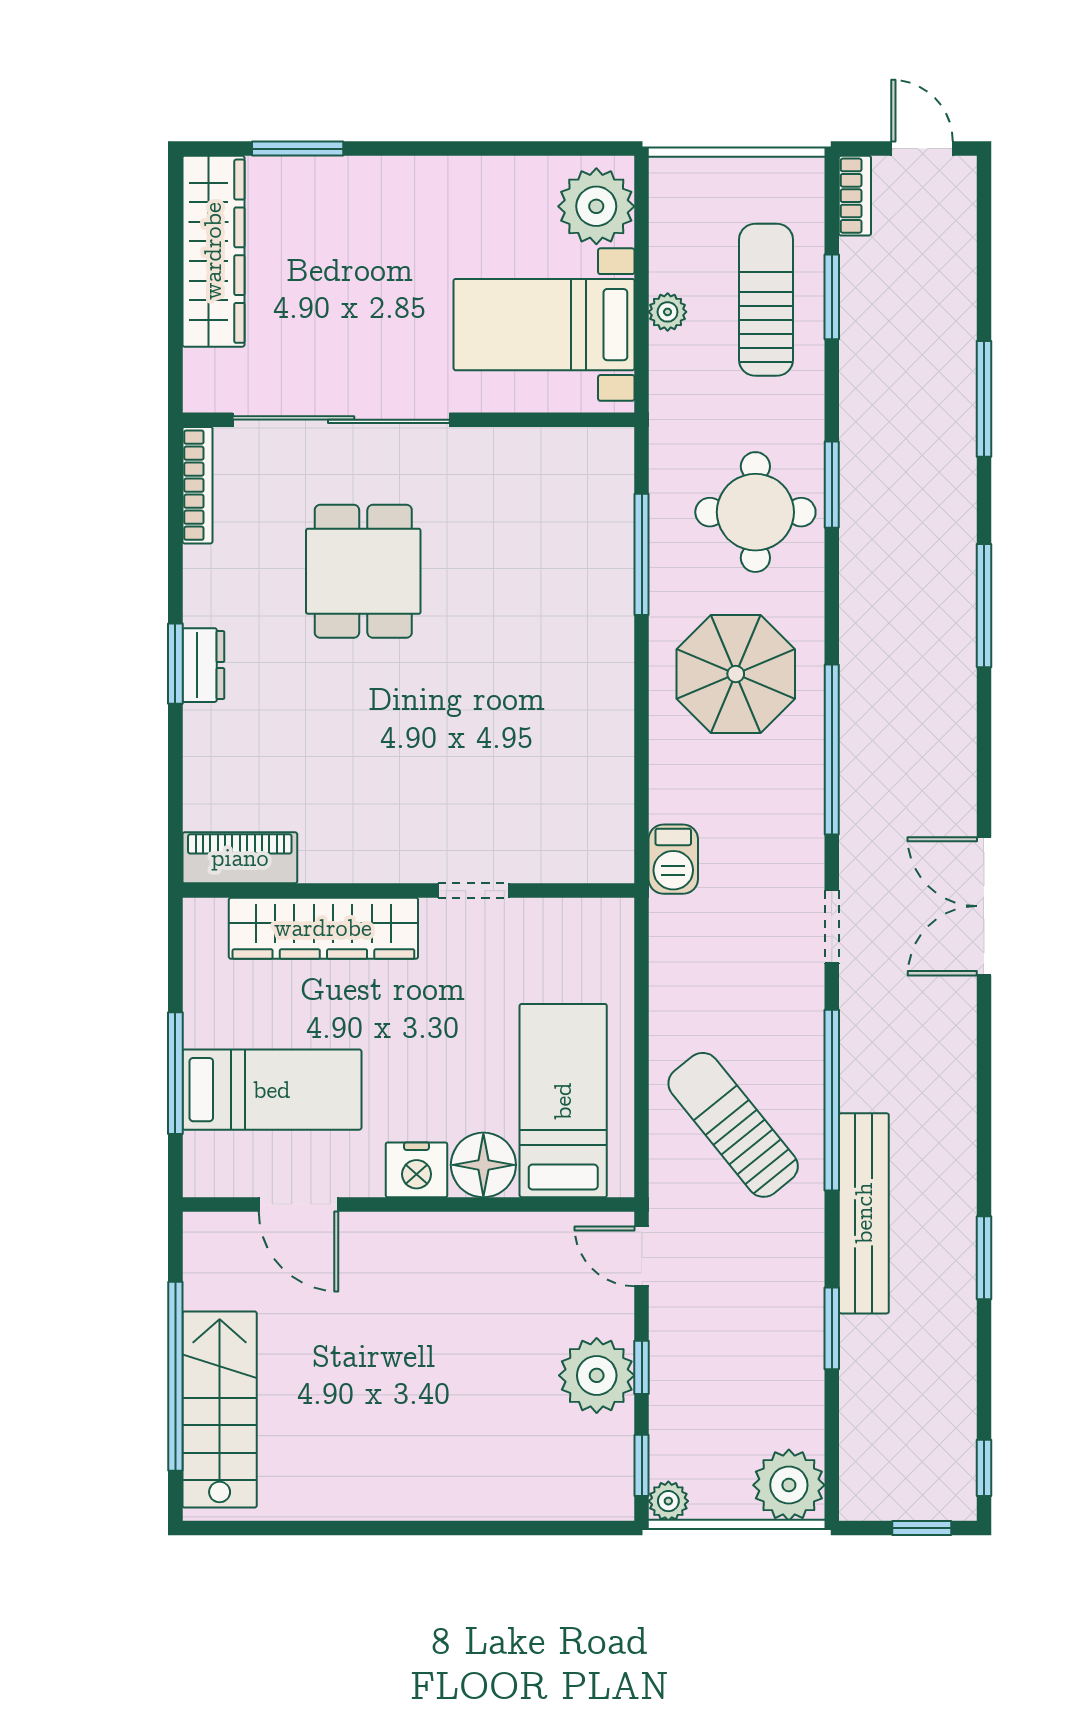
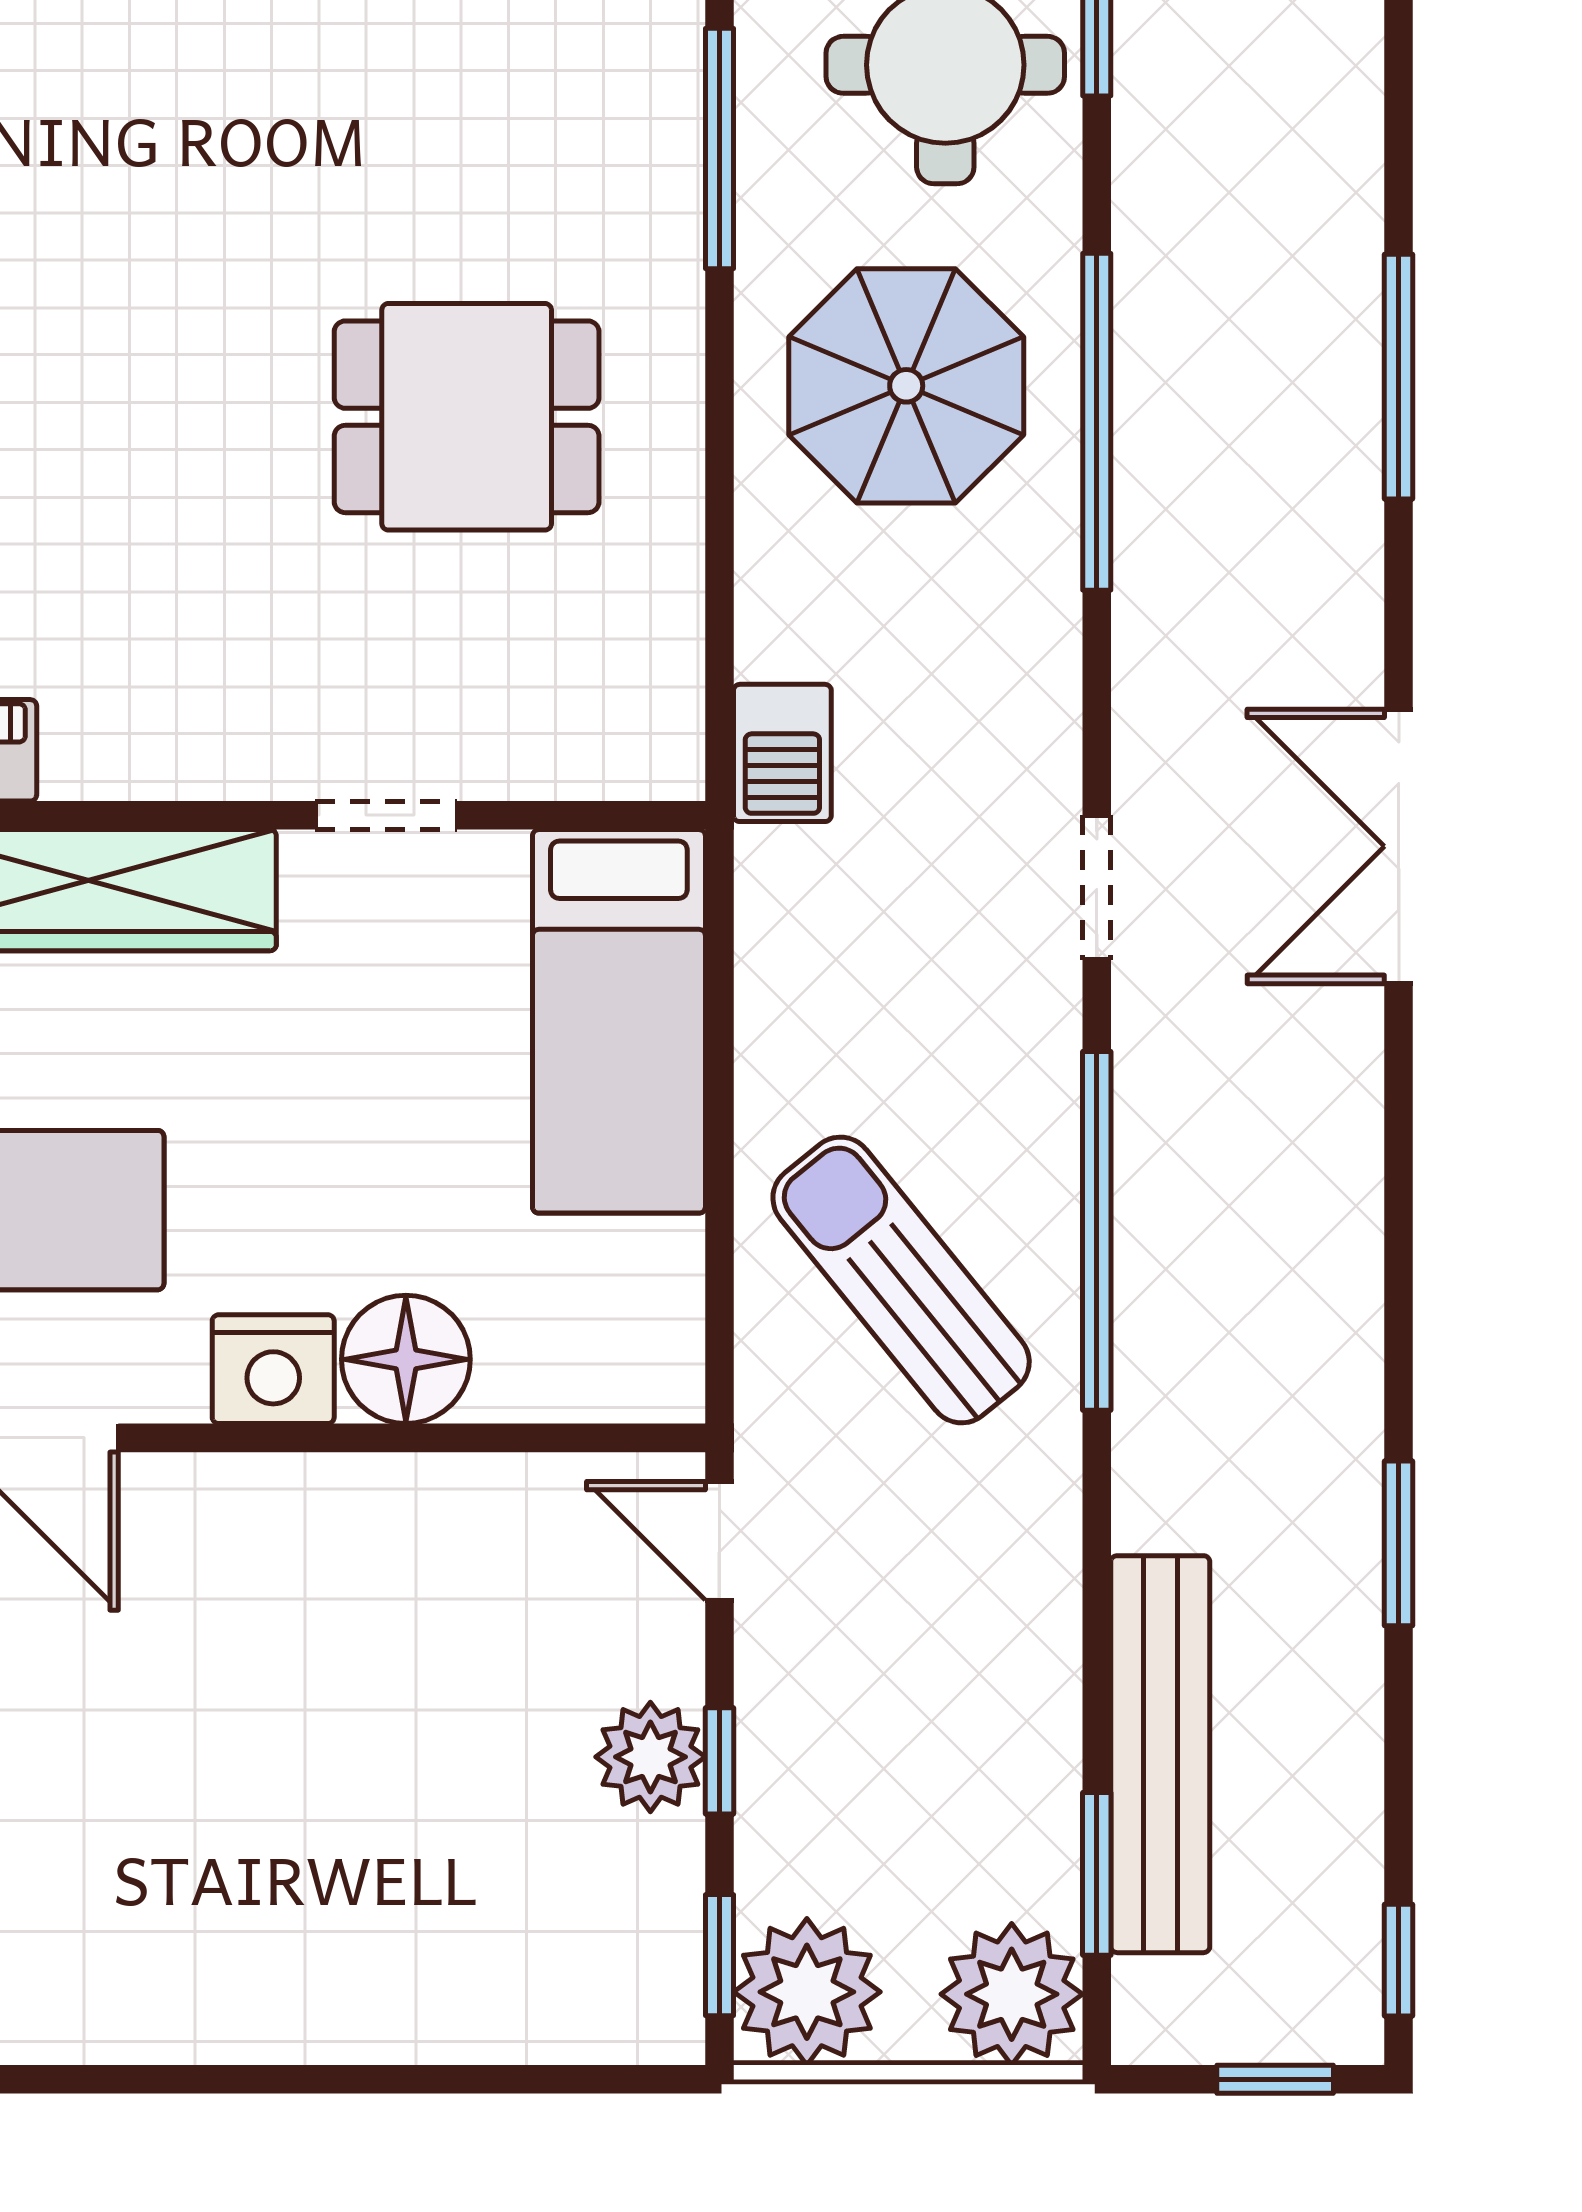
dining table: (363, 571) -> (467, 417), moved, turned 90
window: (984, 606) -> (1399, 377), moved
window: (832, 750) -> (1097, 422), moved
bed: (563, 1101) -> (619, 1021), moved, turned 180
bench: (864, 1213) -> (1160, 1754), moved
window: (832, 1328) -> (1097, 1874), moved
plant: (597, 1375) -> (650, 1757), width x0.73, depth x0.73
plant: (668, 1501) -> (807, 1992), width x1.88, depth x1.88

